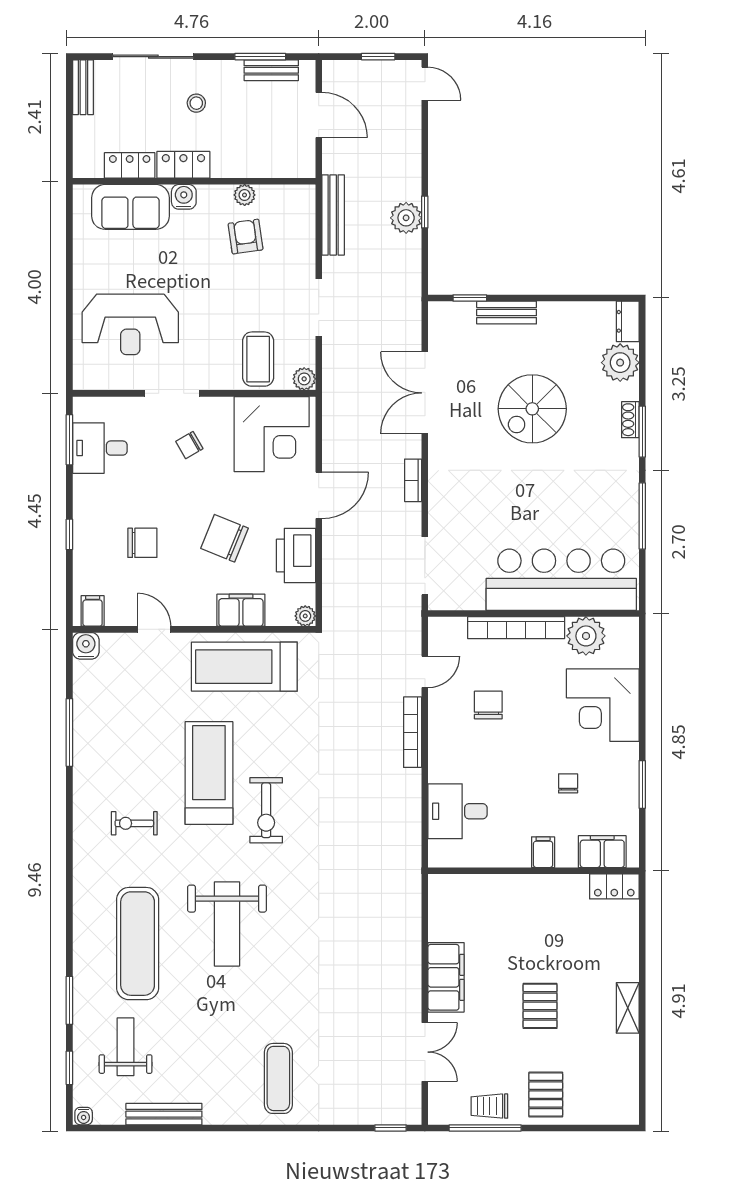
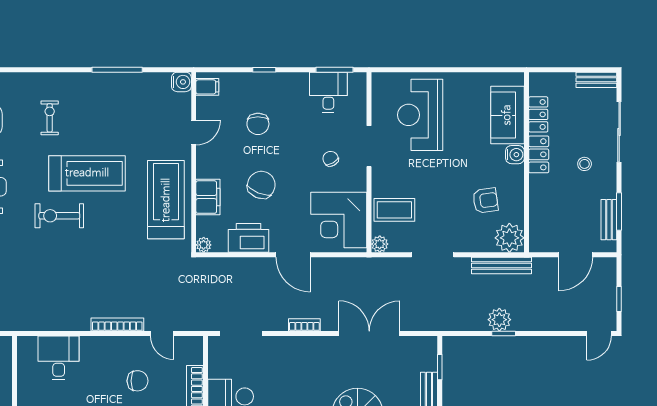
plant: (245, 195) -> (509, 238), moved, width x1.88, depth x1.88

